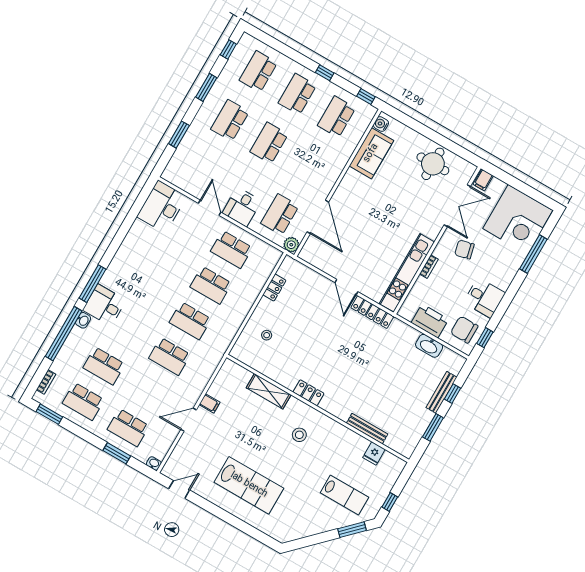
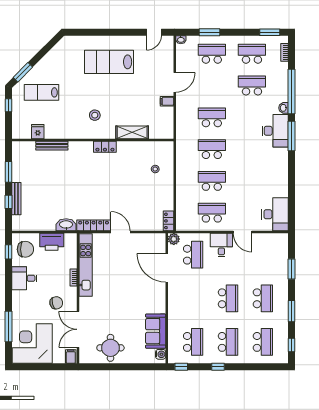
locker: (274, 288) -> (168, 221), moved
desk: (104, 305) -> (275, 131), width x1.37
washbasin: (429, 346) -> (66, 225), moved

